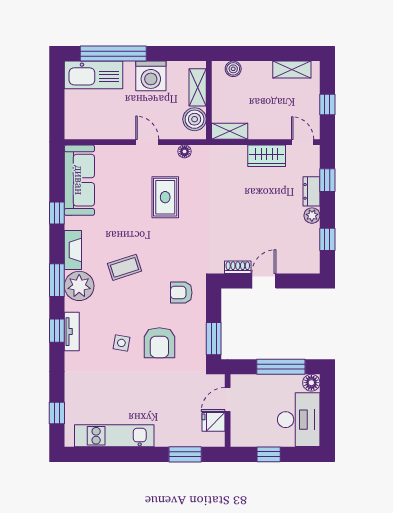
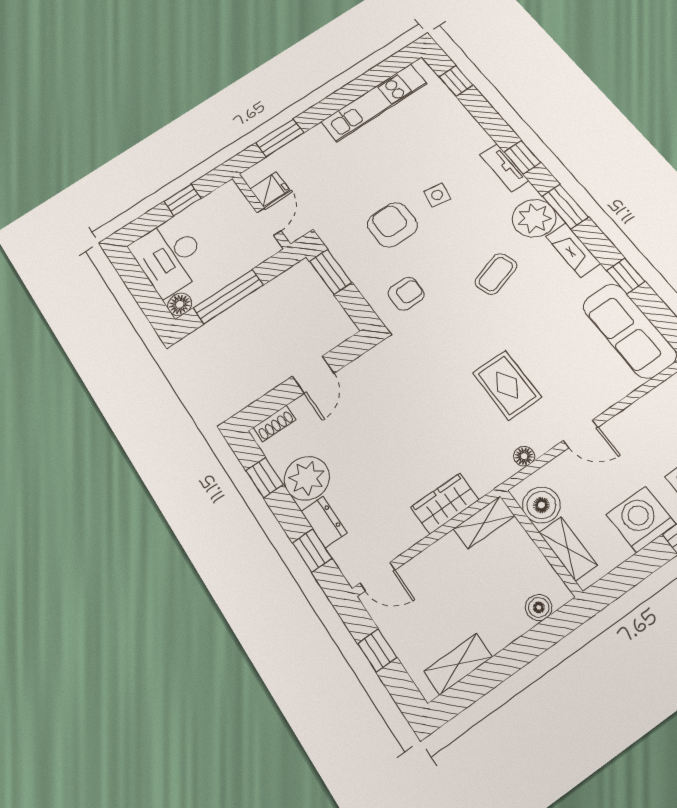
wardrobe: (267, 156) -> (445, 503), moved
plant: (312, 216) -> (307, 478), width x1.88, depth x1.88
shoe rack: (238, 267) -> (275, 424), moved

